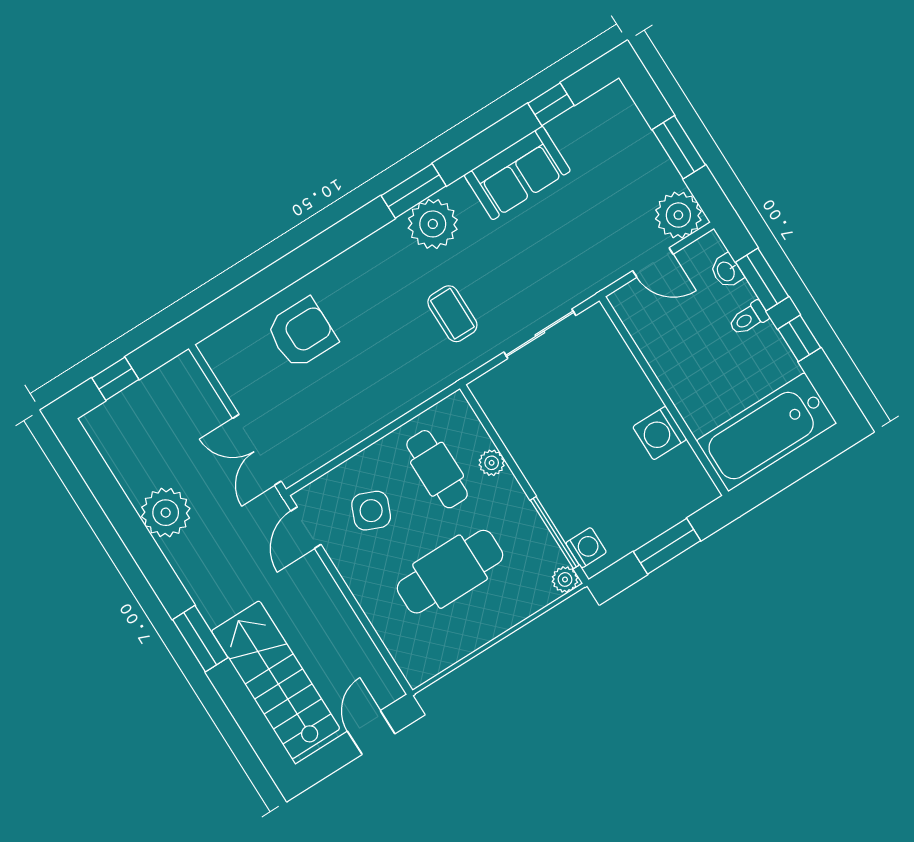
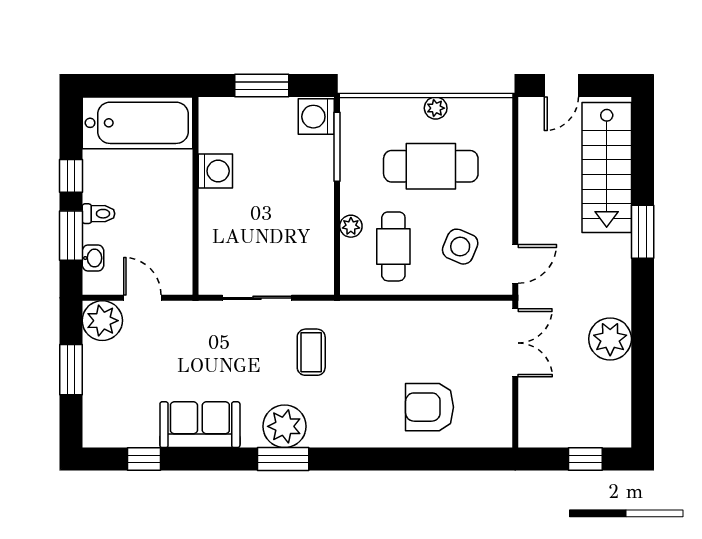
washing machine: (586, 548) -> (316, 117), width x1.38, depth x1.38
plant: (565, 579) -> (436, 108), moved

